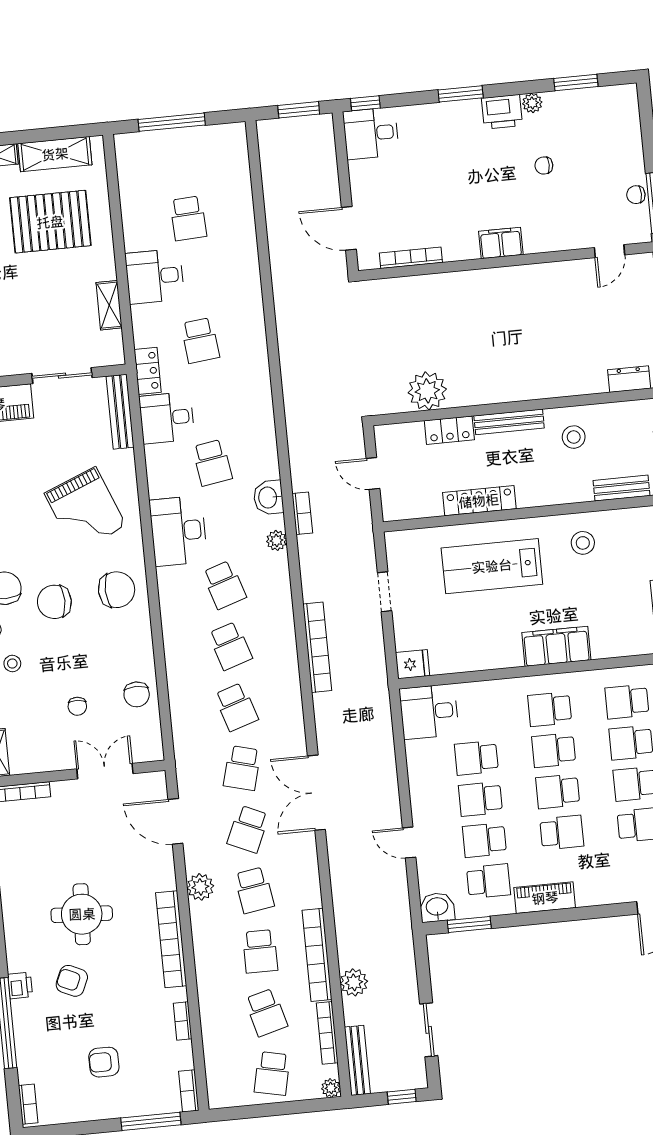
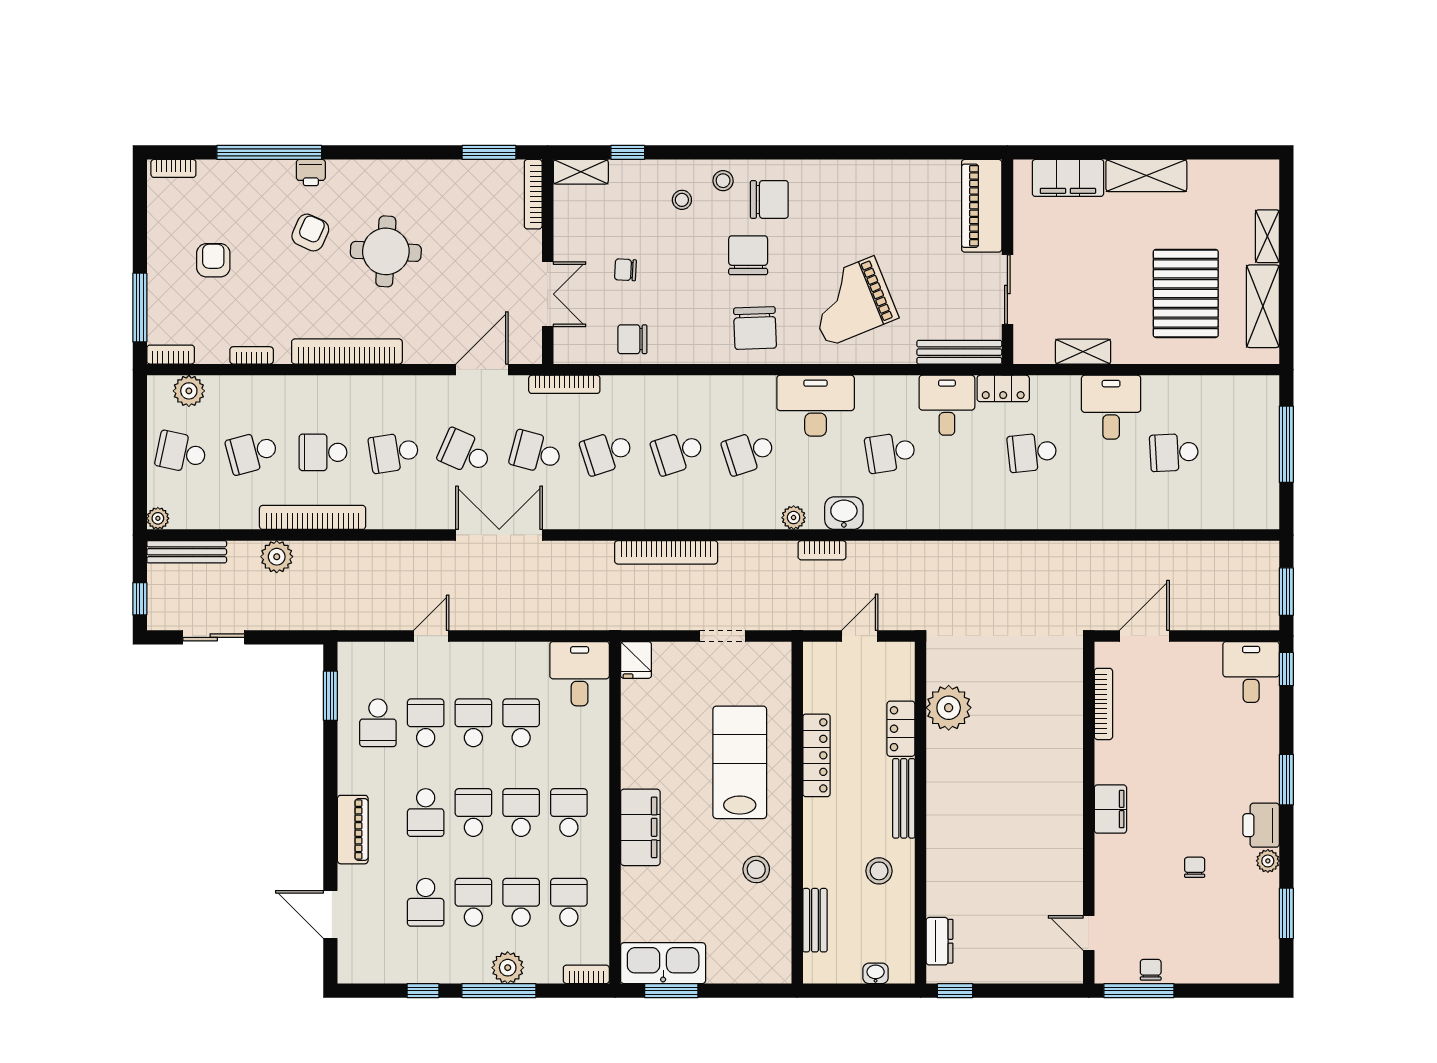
plant: (200, 887) -> (189, 391), moved
piano: (545, 898) -> (353, 830), moved
washbasin: (437, 907) -> (354, 661), removed
bookcase: (327, 1033) -> (564, 384), moved, turned 180

